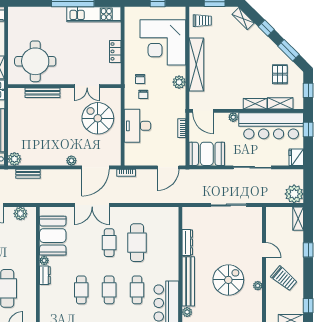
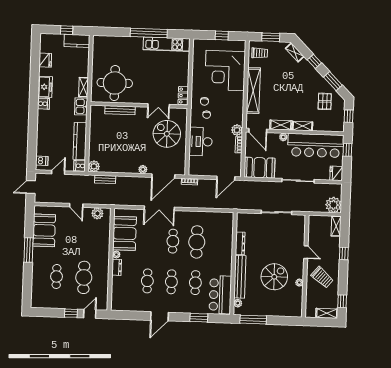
locker: (115, 51) -> (183, 96), moved
plant: (179, 82) -> (237, 130), moved
shelving: (280, 103) -> (281, 125), moved

